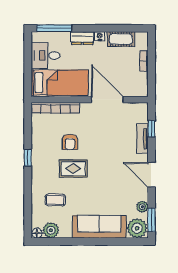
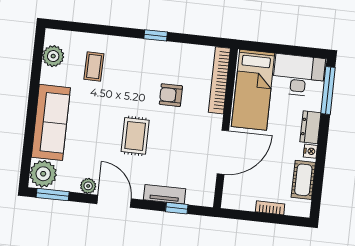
desk: (45, 56) -> (299, 75), width x1.37
rug: (73, 169) -> (135, 136), moved
door: (151, 175) -> (114, 201), hinge flipped
plant: (142, 207) -> (88, 186), moved
floor lamp: (37, 233) -> (51, 37), removed

